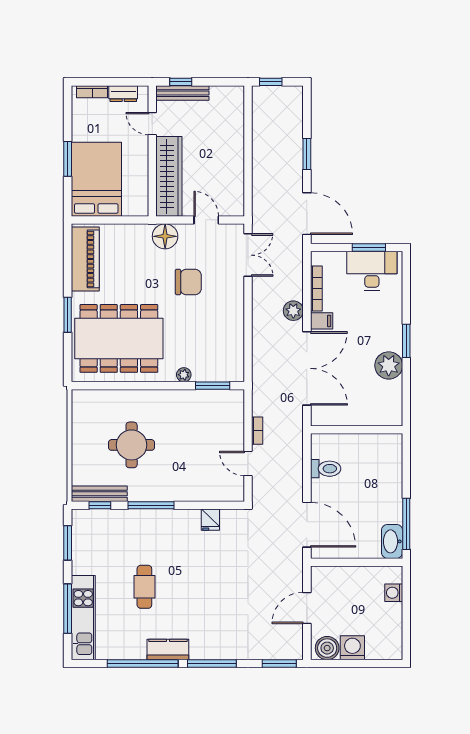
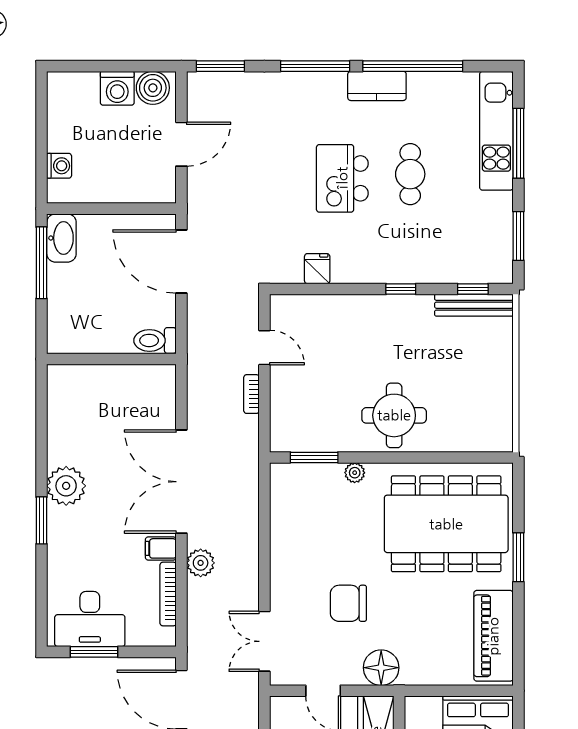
wall: (357, 430) -> (111, 359), moved
round table: (132, 445) -> (394, 415), moved
window: (151, 505) -> (401, 289), width x0.46
kitchen island: (193, 584) -> (342, 178), added

